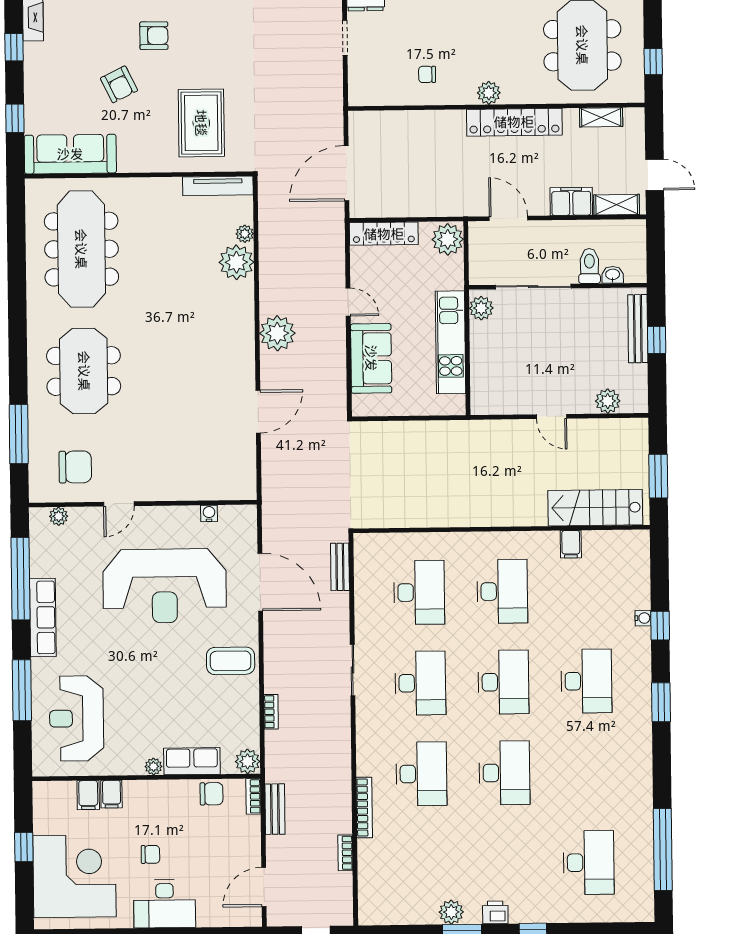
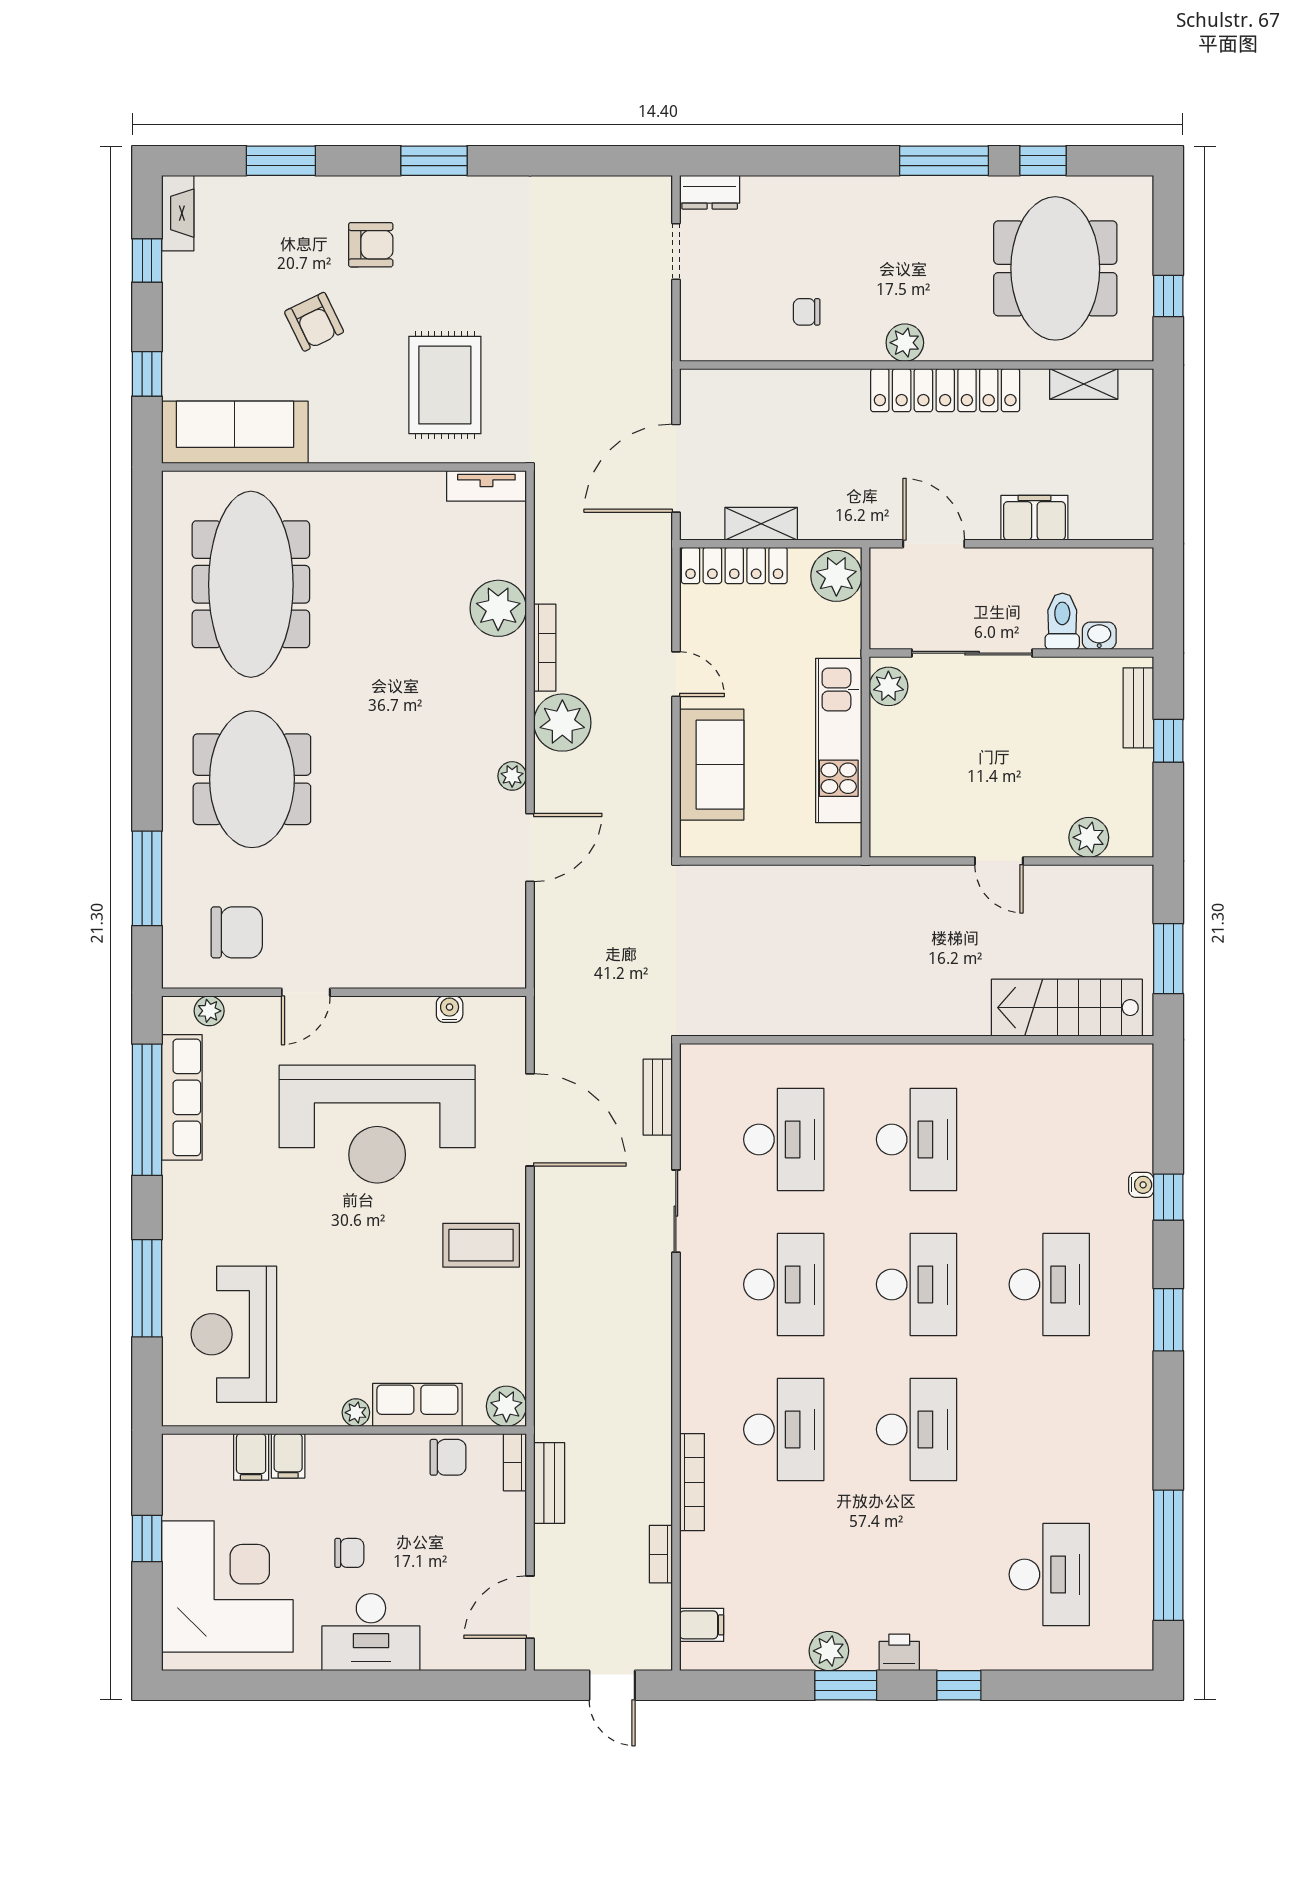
door: (655, 175) -> (1168, 477), removed
tv unit: (218, 186) -> (486, 486), width x0.71
shelving: (617, 205) -> (761, 524), moved
plant: (245, 234) -> (512, 776), moved
bench: (638, 329) -> (1138, 708), width x0.73
filing cabinet: (571, 544) -> (702, 1625), moved, turned -90
row of seats: (43, 617) -> (182, 1097), moved
sliding door: (353, 670) -> (676, 1211), moved
bookcase: (271, 712) -> (545, 648), moved, width x1.56

